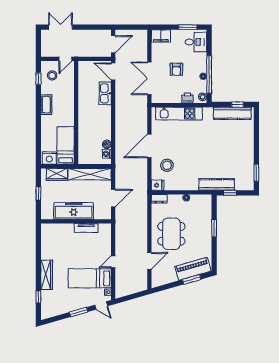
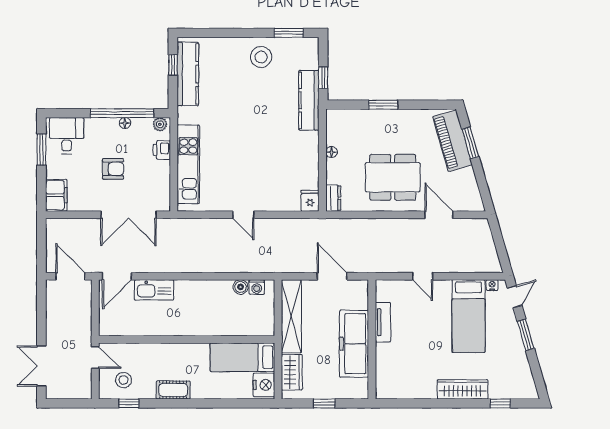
door: (149, 146) -> (243, 215), width x0.53
stool: (167, 165) -> (261, 57), moved
door: (113, 262) -> (422, 276), moved

